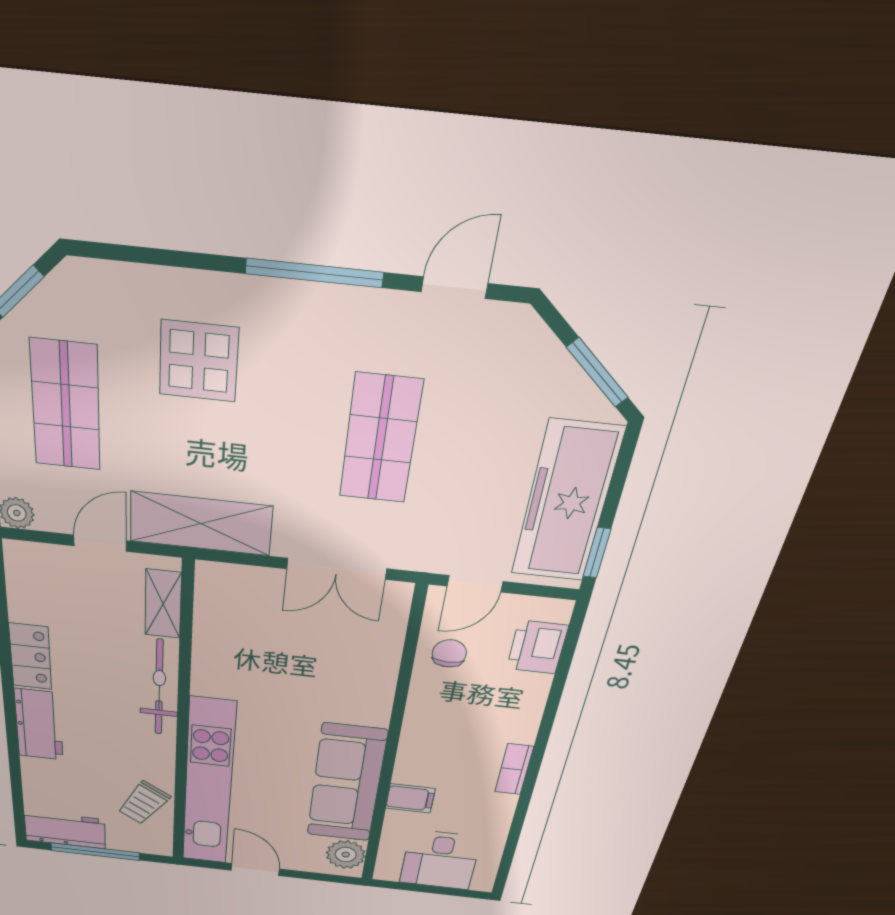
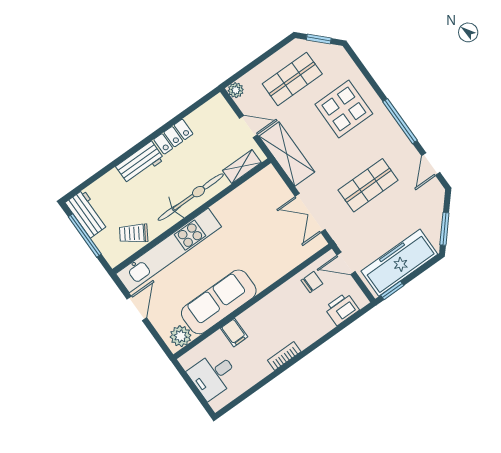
door: (454, 288) -> (431, 164), swing flipped
display table: (199, 361) -> (344, 109), width x1.36, depth x1.36
bicycle: (159, 688) -> (191, 197), width x1.37, depth x1.40

